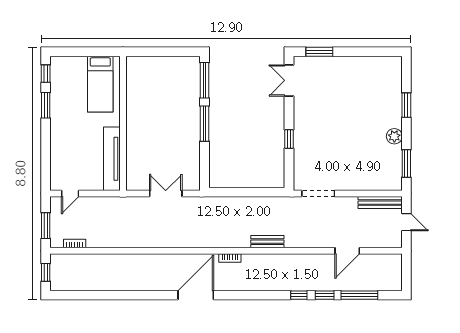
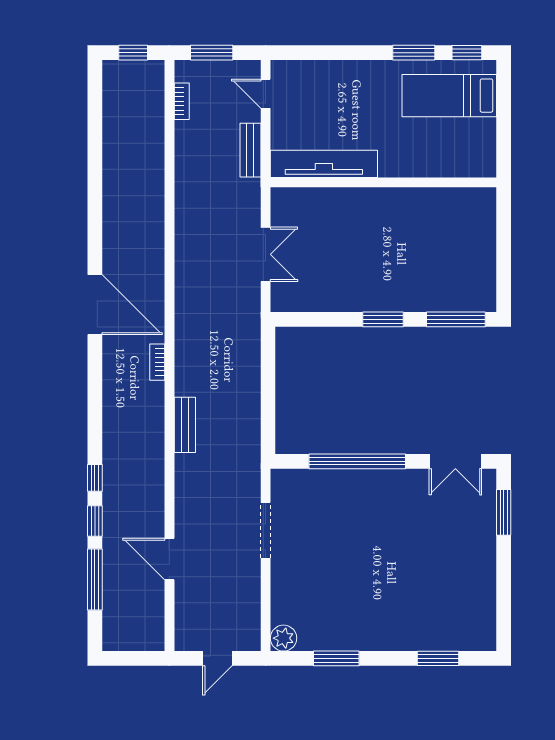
double door: (289, 80) -> (455, 461), swing flipped
bed: (100, 84) -> (449, 96), moved
window: (406, 105) -> (438, 658), moved
window: (205, 124) -> (383, 319), width x0.69
plant: (394, 136) -> (284, 638), moved
window: (289, 139) -> (357, 461), width x3.17
window: (406, 164) -> (336, 658), moved
doorway: (318, 194) -> (266, 530), moved
bench: (380, 203) -> (250, 150), moved, width x0.73

